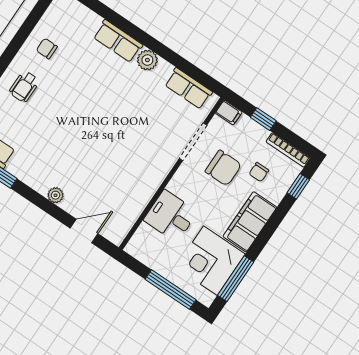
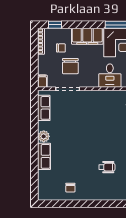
wheelchair: (24, 87) -> (107, 167), moved
window: (263, 119) -> (34, 63), removed
chair: (223, 168) -> (70, 66), turned 180

